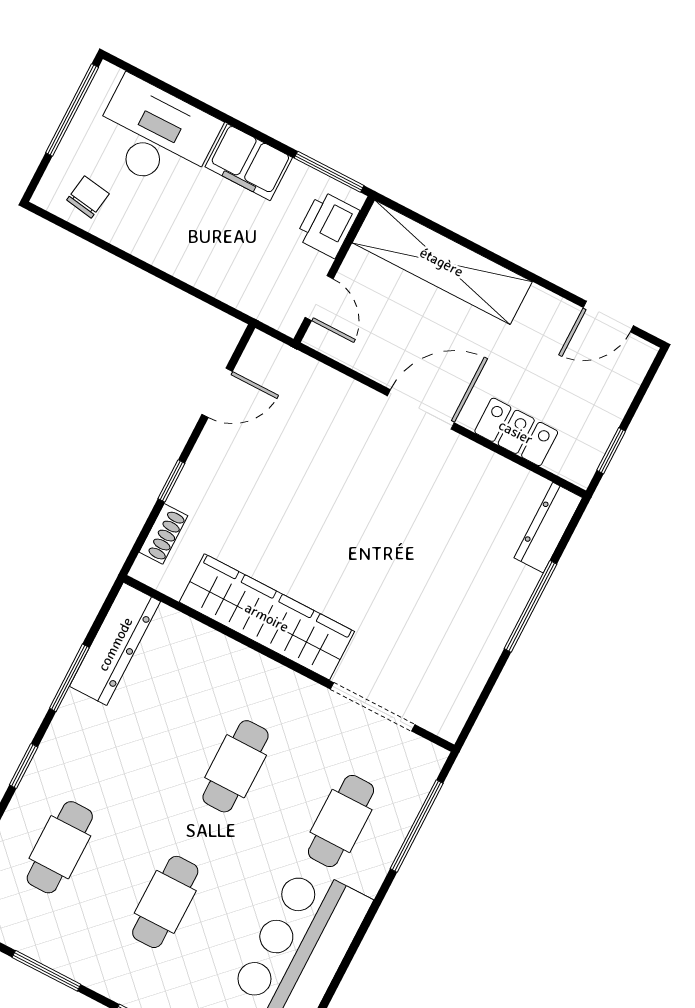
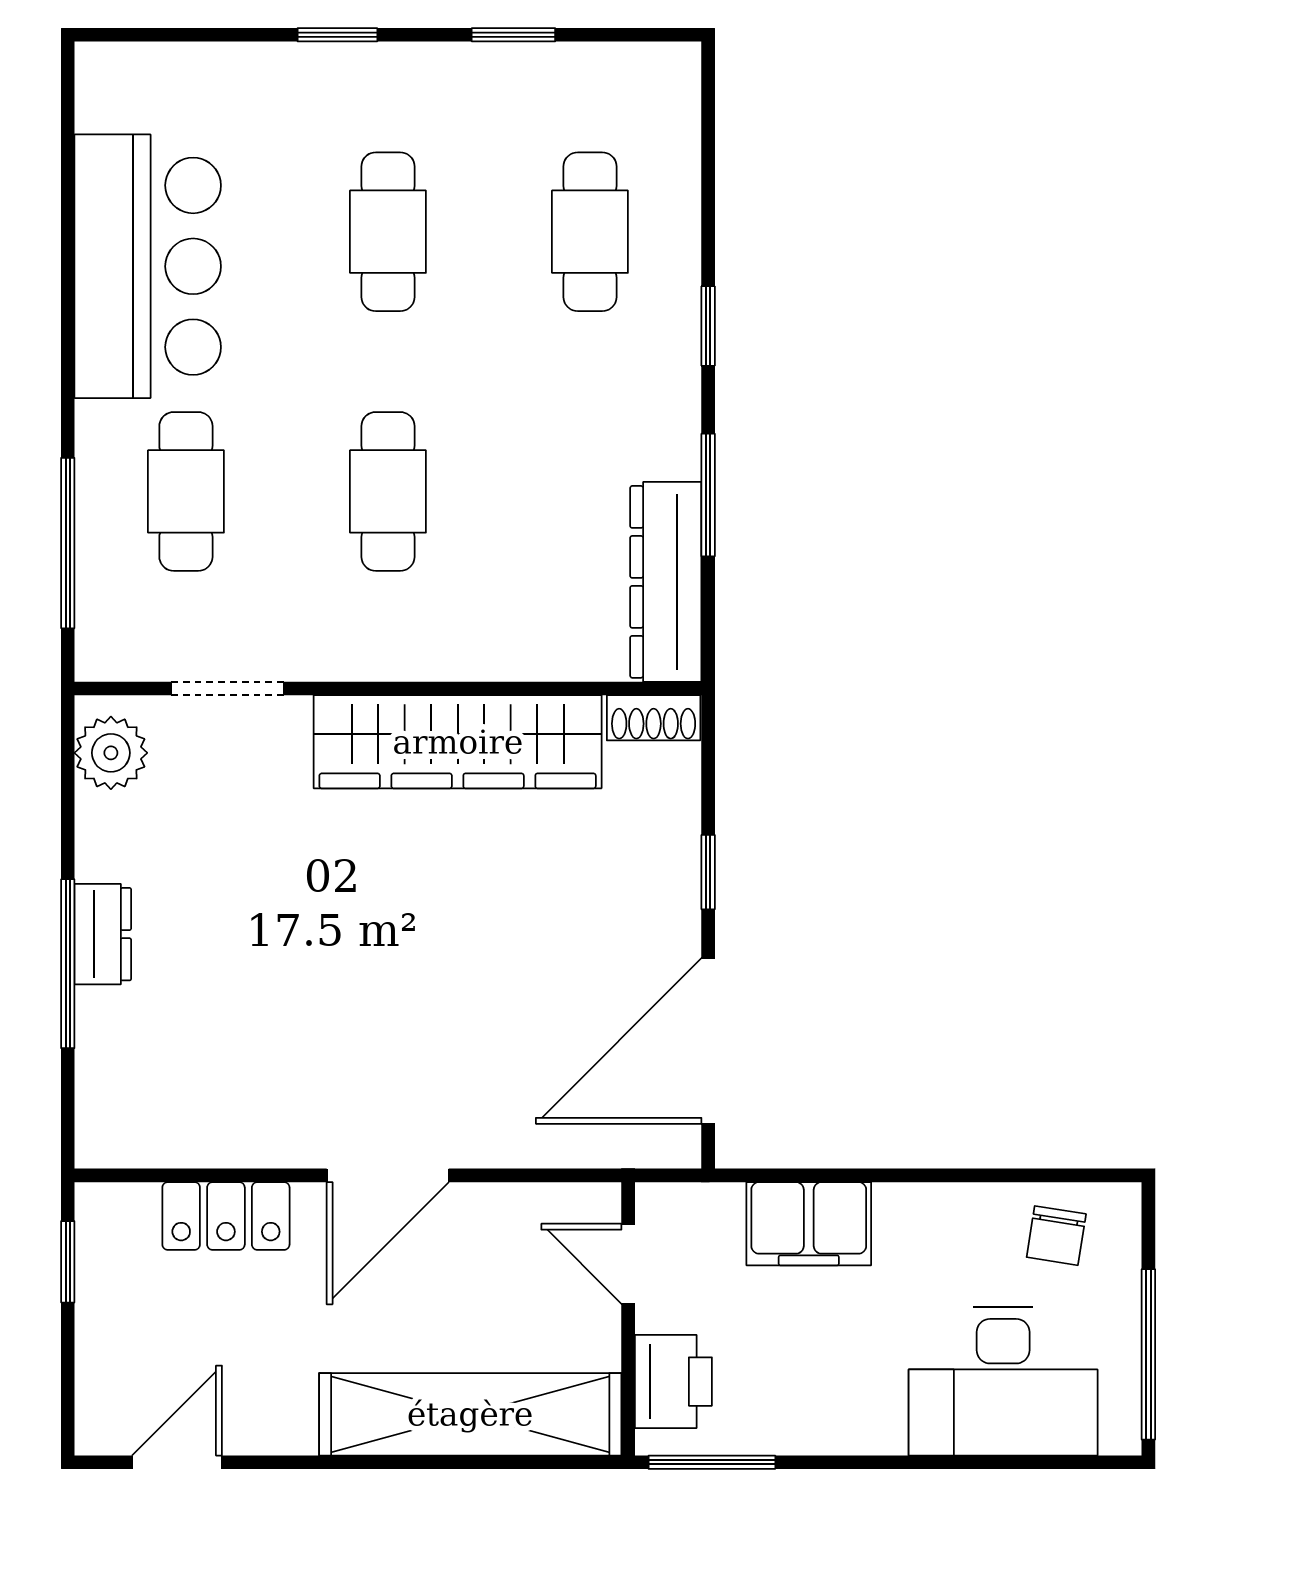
filing cabinet: (249, 162) -> (809, 1224), moved, turned 180
door: (217, 393) -> (708, 1041), width x1.88
dresser: (548, 528) -> (103, 934), moved, width x0.70
shoe rack: (163, 534) -> (654, 718), moved, turned -90
plant: (451, 705) -> (111, 753), added
doorway: (373, 707) -> (227, 688), width x0.73
window: (46, 971) -> (513, 35), width x0.67

